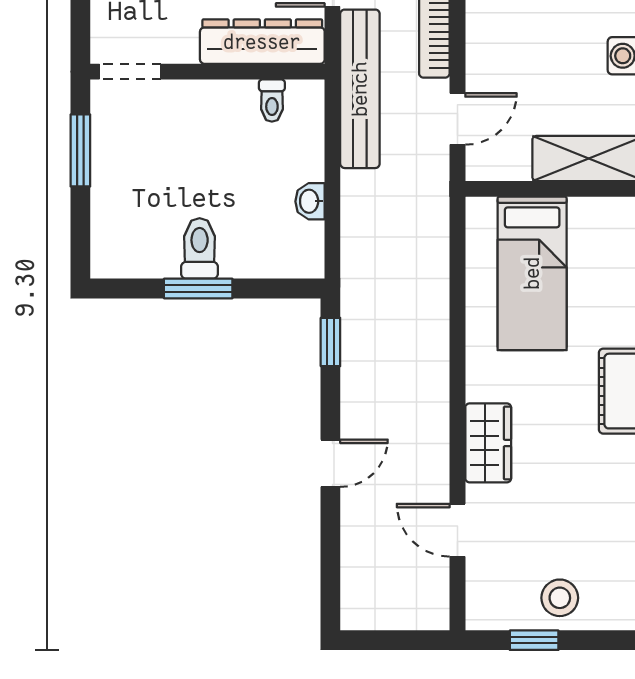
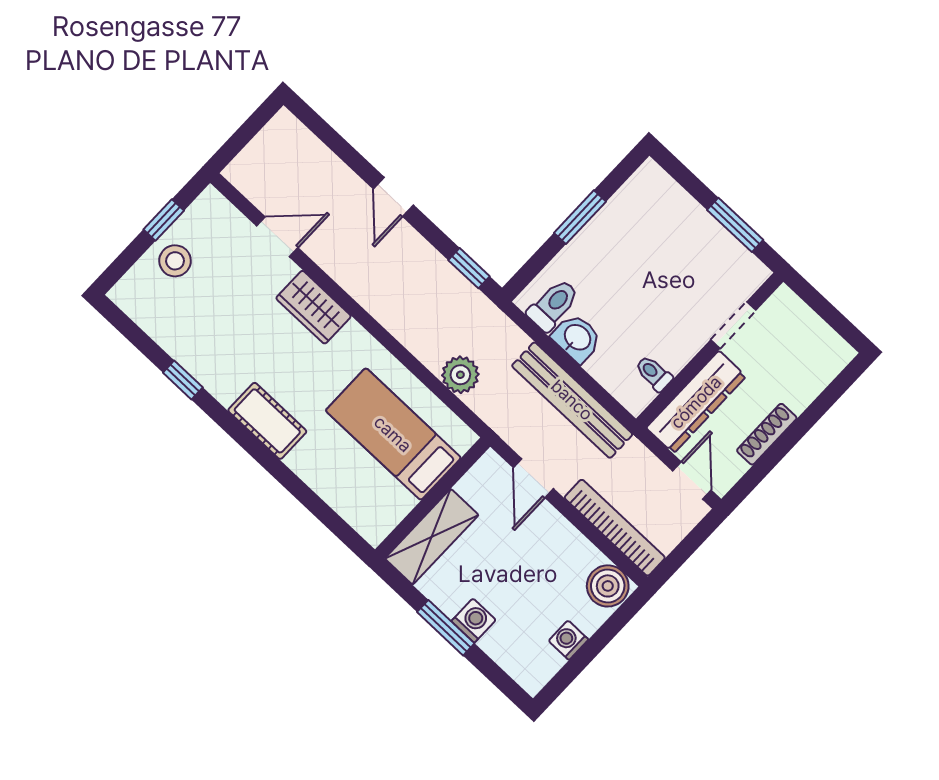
doorway: (130, 72) -> (733, 325), moved
bench: (360, 89) -> (572, 400), moved
washbasin: (310, 201) -> (577, 338), width x1.38, depth x1.45
toilet: (200, 248) -> (553, 305), moved, turned -90
plant: (428, 264) -> (460, 375), added

